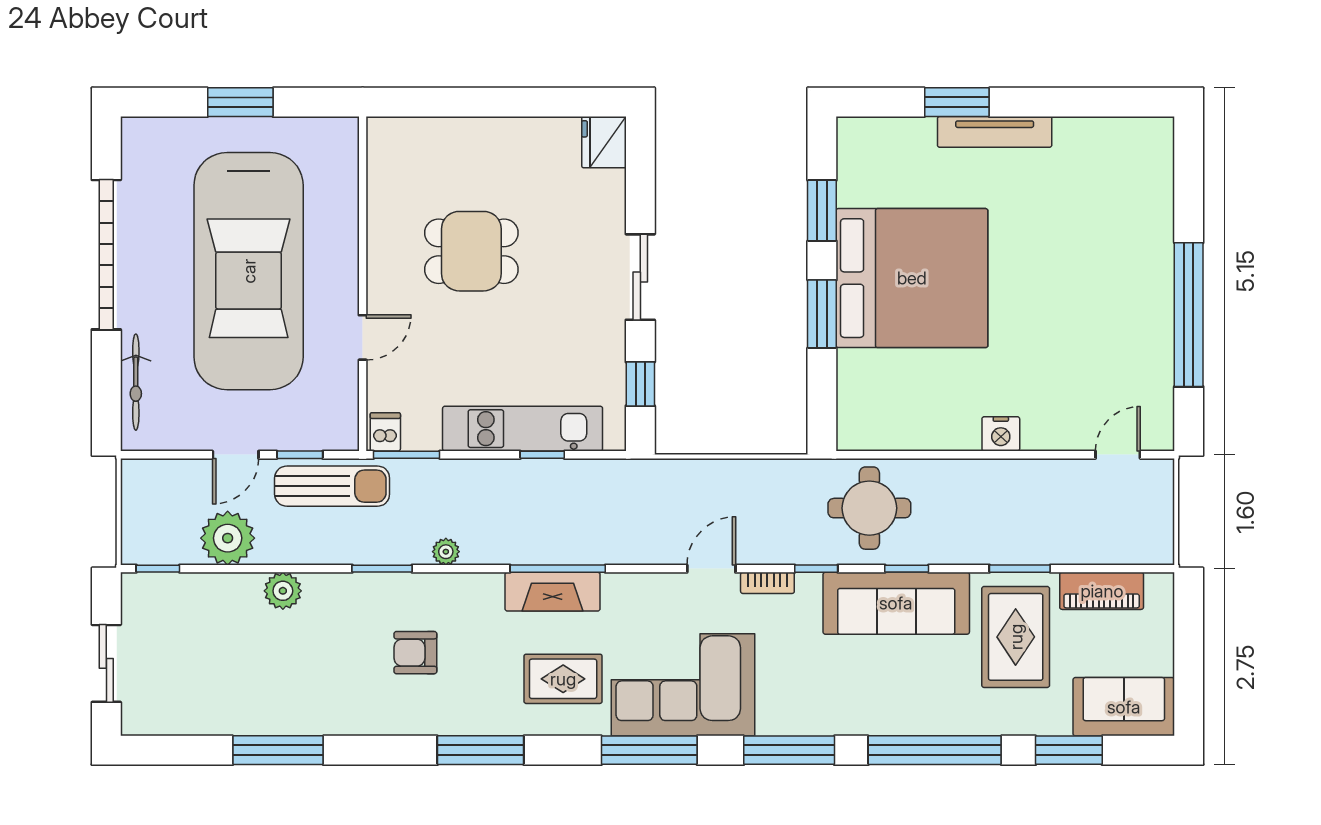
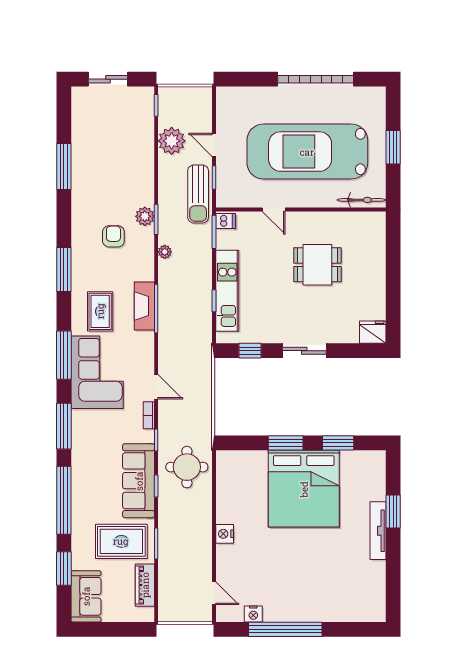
dining table: (471, 251) -> (317, 265), turned 90
nightstand: (1158, 377) -> (253, 614), added
bicycle: (136, 382) -> (361, 200), moved, turned 180
plant: (283, 591) -> (145, 216), moved

